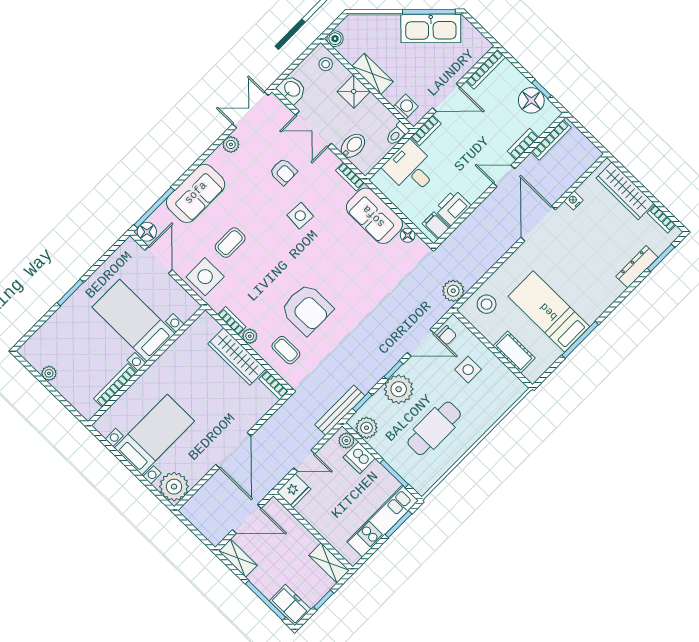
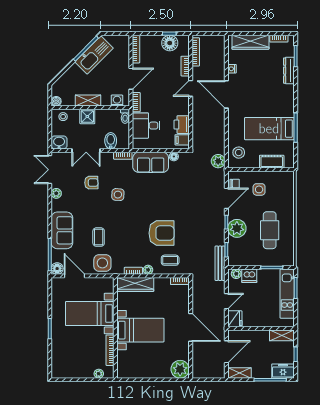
wardrobe: (237, 357) -> (135, 284), moved
plant: (49, 373) -> (99, 374), moved
plant: (367, 428) -> (240, 259), removed
bed with nightstands: (154, 435) -> (140, 330), moved, turned 90

